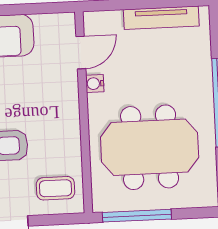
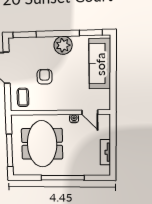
tv unit: (161, 18) -> (105, 152), width x0.71
window: (137, 216) -> (10, 150), moved

